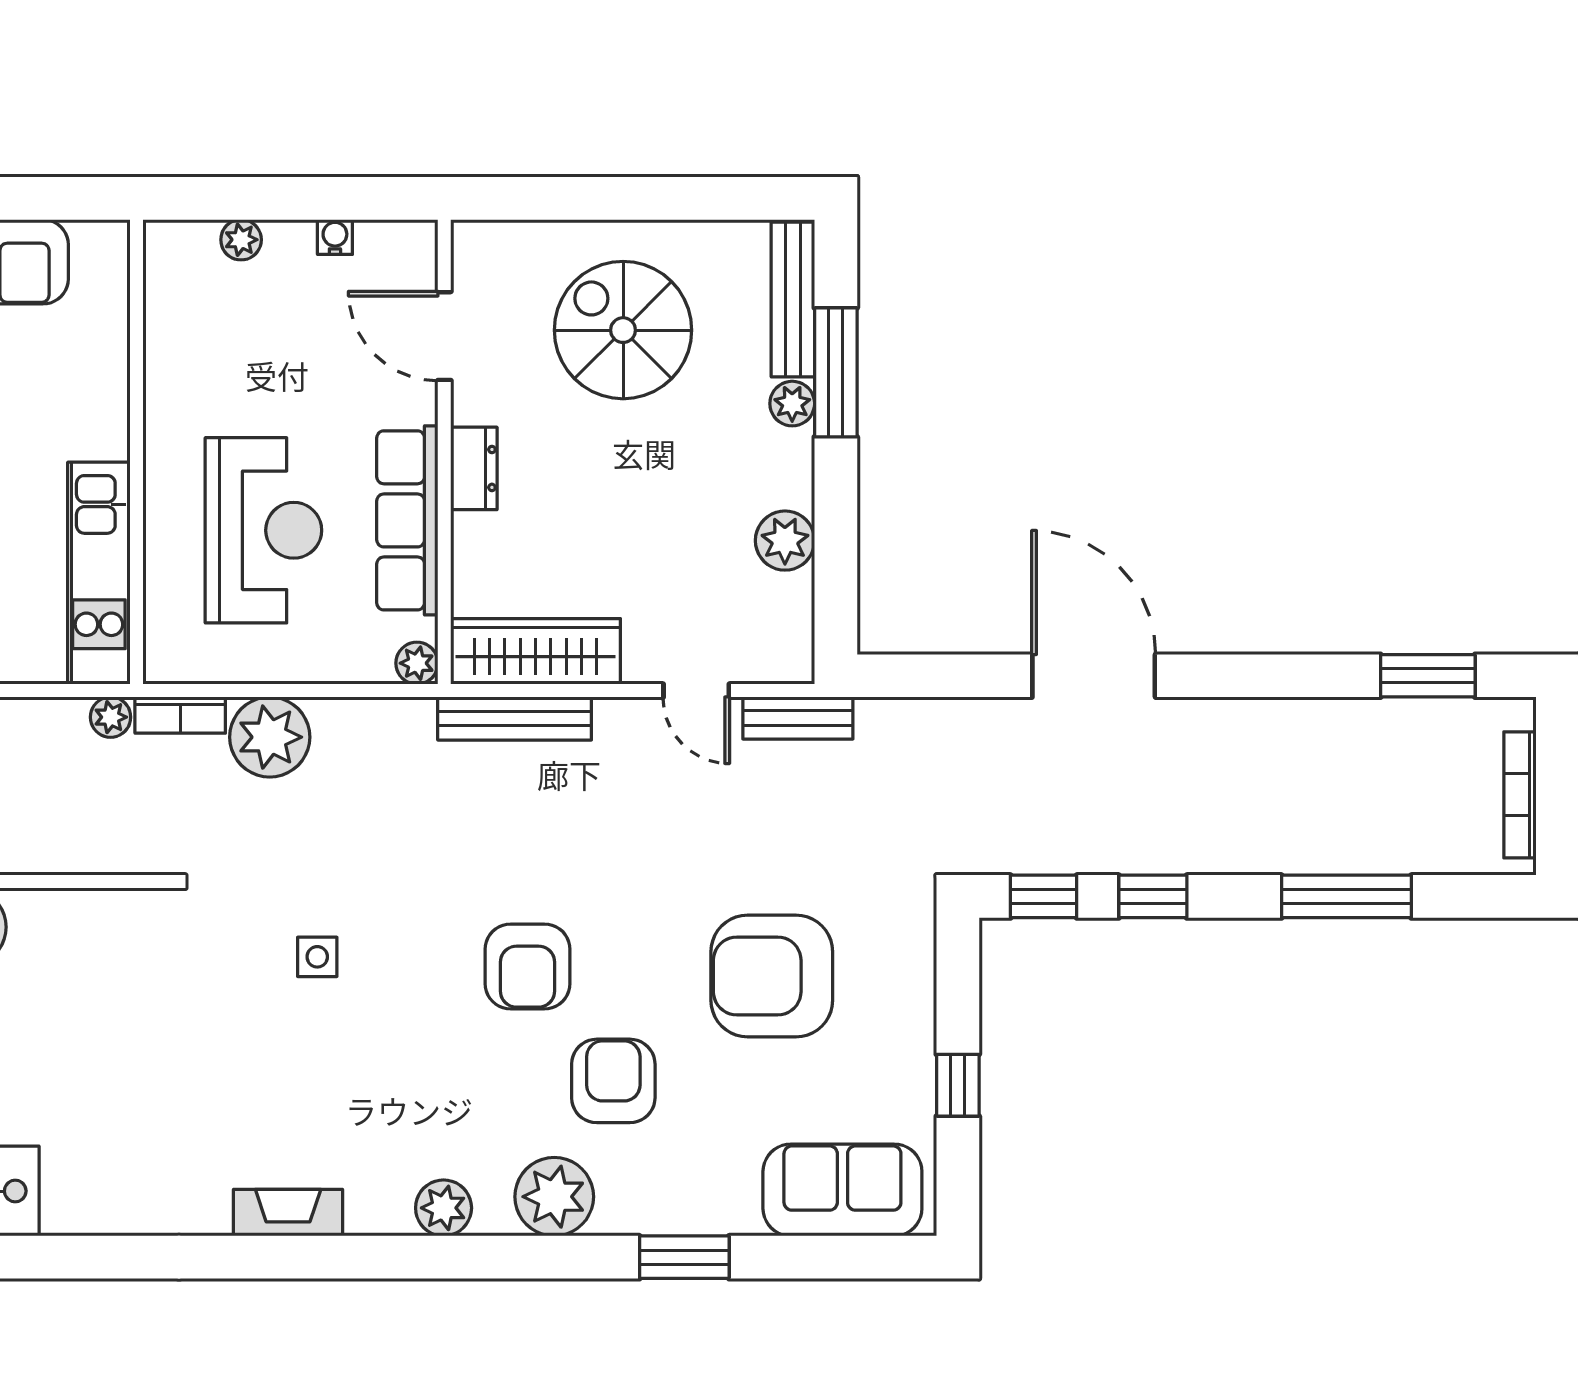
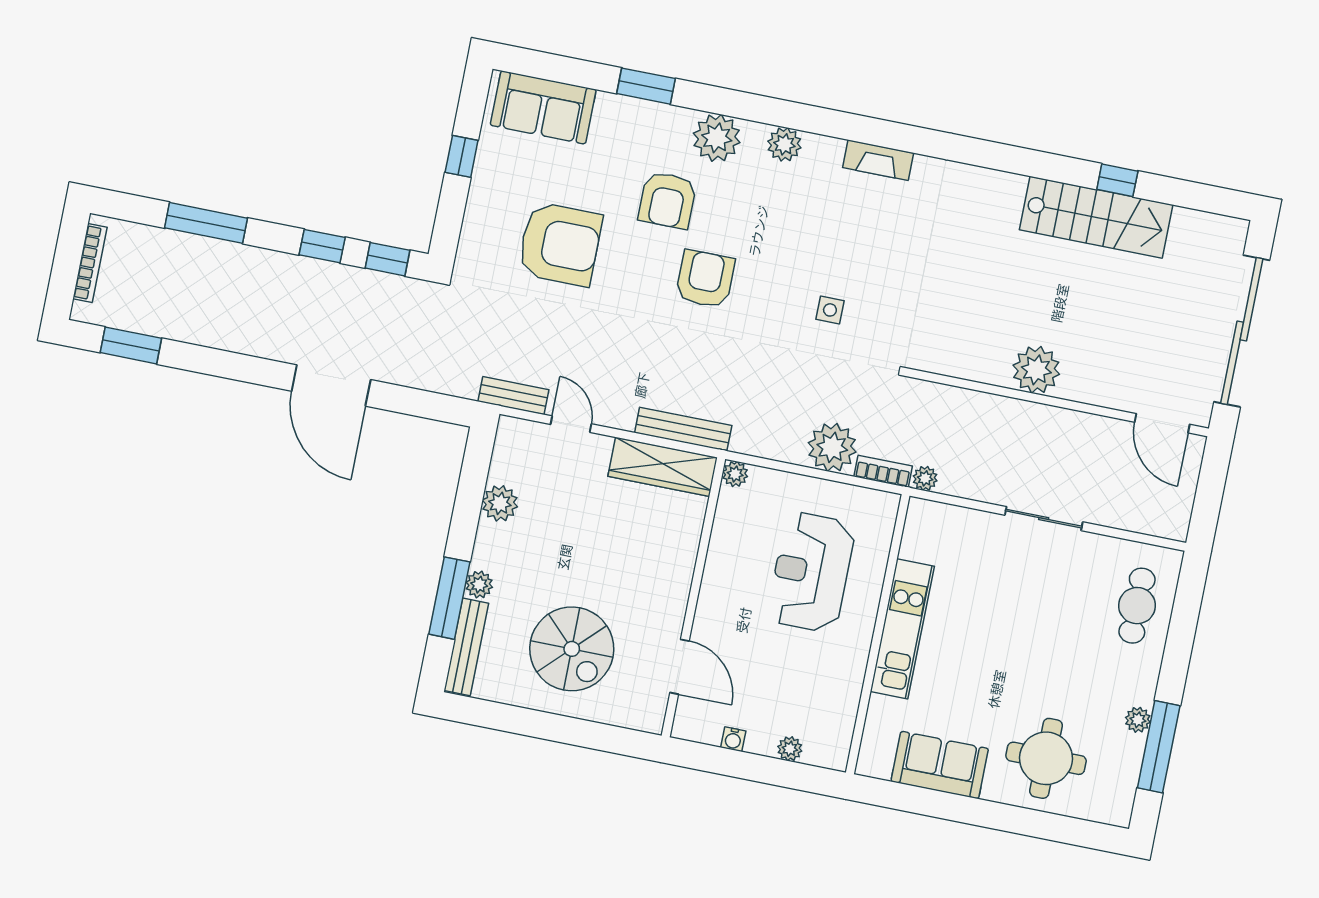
dresser: (474, 468) -> (678, 584), removed
row of seats: (407, 520) -> (724, 561), removed
kitchen unit: (99, 573) -> (902, 629), moved

